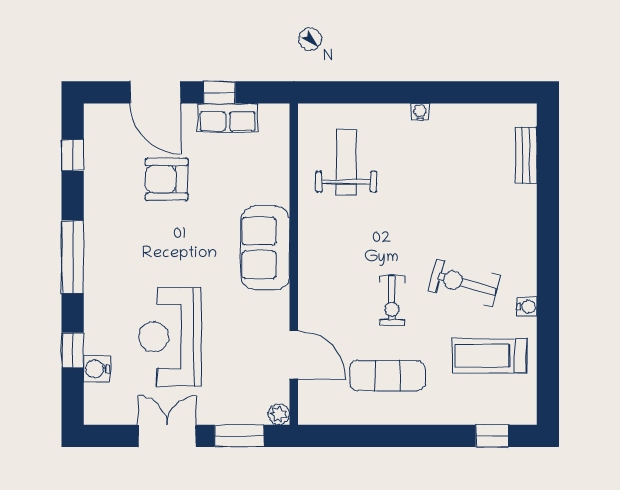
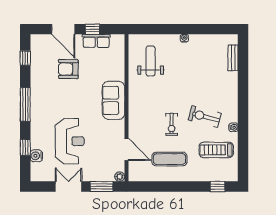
reception desk: (170, 337) -> (70, 141), turned 180

